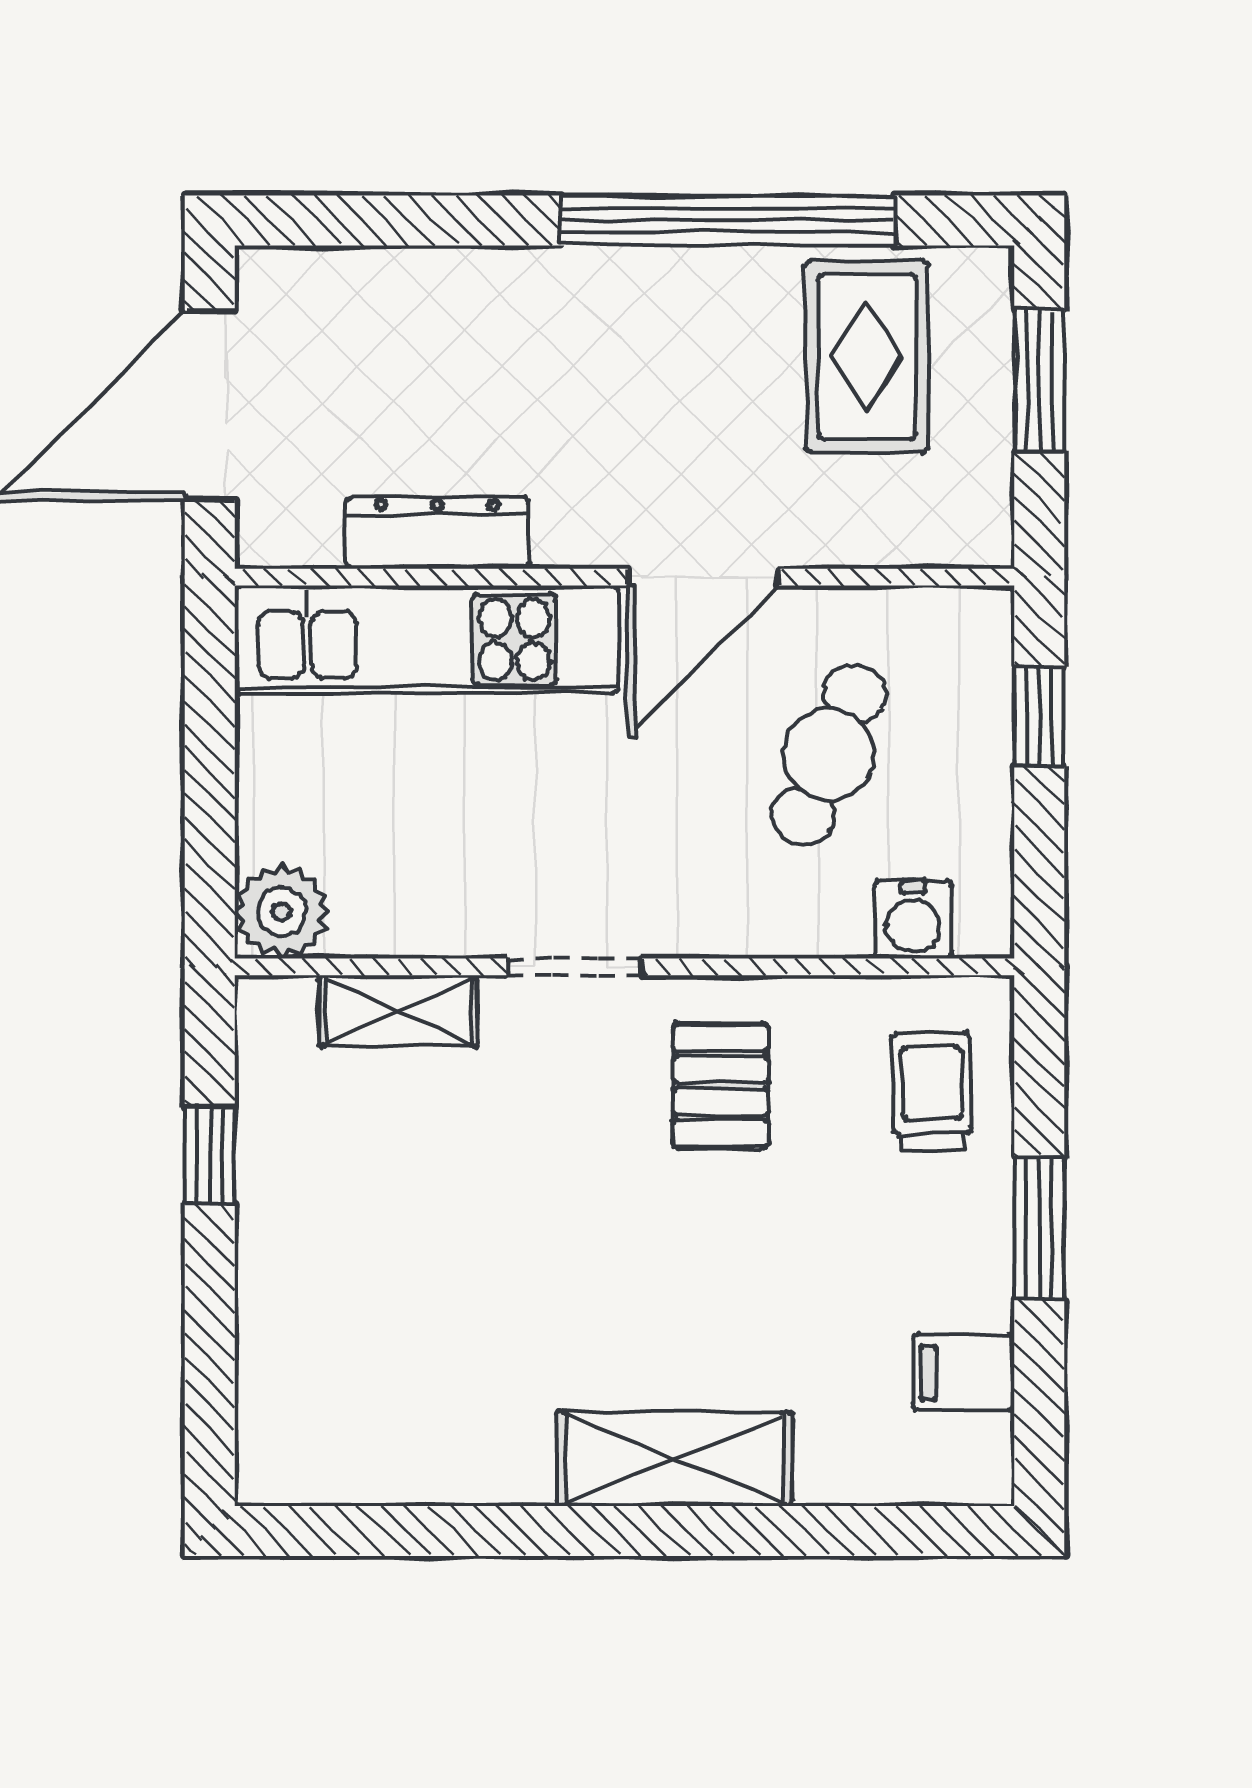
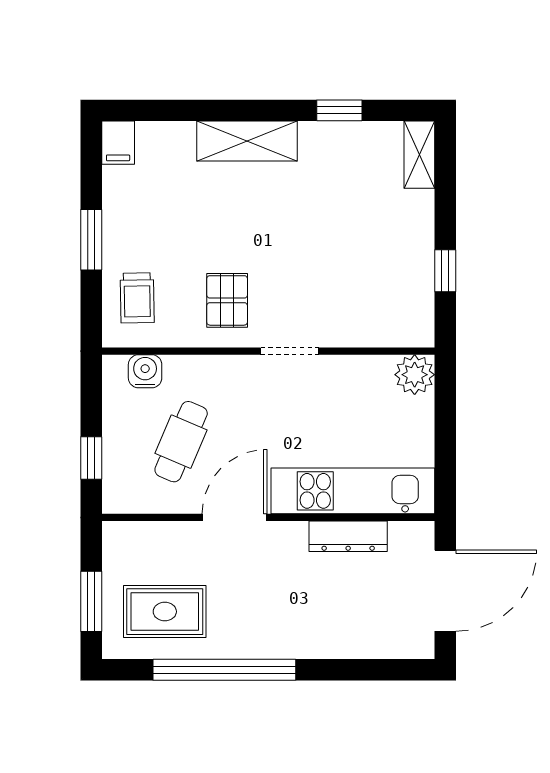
rug: (867, 357) -> (165, 612), turned 90
shelving: (398, 1011) -> (419, 155), moved, turned 90
filing cabinet: (964, 1373) -> (118, 143), moved, turned 90
window: (458, 1531) -> (339, 110), added

